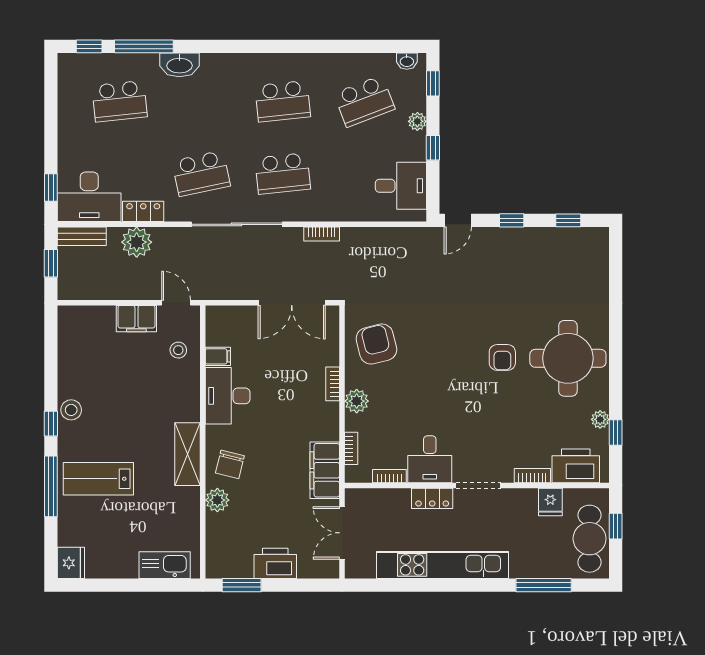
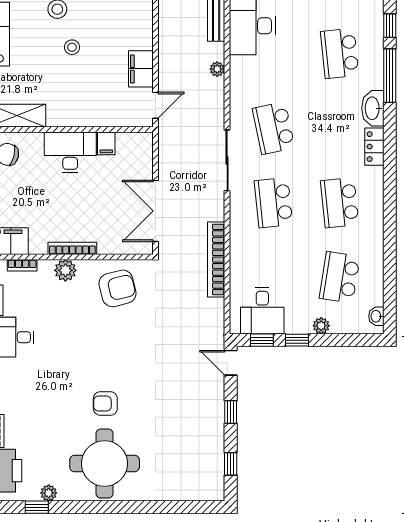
window: (433, 83) -> (262, 340), moved
school desk: (364, 101) -> (340, 277), turned 30
locker: (143, 211) -> (374, 147), moved, turned 180
sliding door: (237, 224) -> (227, 160), width x0.73
bookcase: (322, 234) -> (216, 260), width x2.31, depth x1.31
plant: (137, 242) -> (217, 69), width x0.53, depth x0.53
stool: (178, 350) -> (72, 47), moved
bookcase: (333, 384) -> (72, 248), width x1.56

